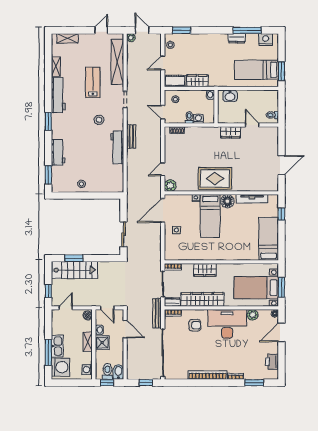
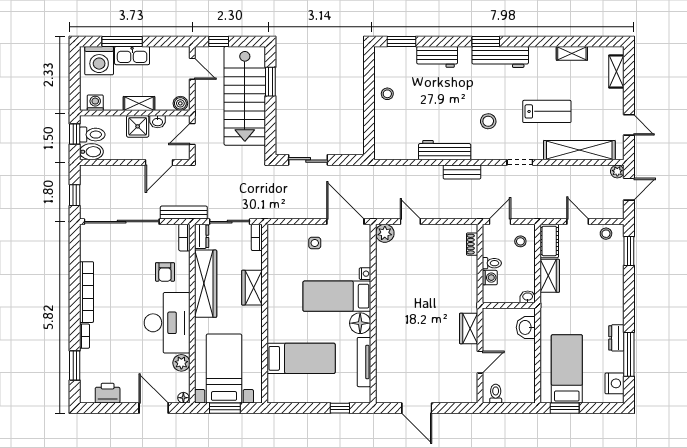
workbench: (58, 95) -> (500, 57), moved
rug: (215, 178) -> (396, 304), removed
bed: (269, 239) -> (301, 358), moved
stairs: (74, 270) -> (245, 96), width x1.36, depth x1.51

